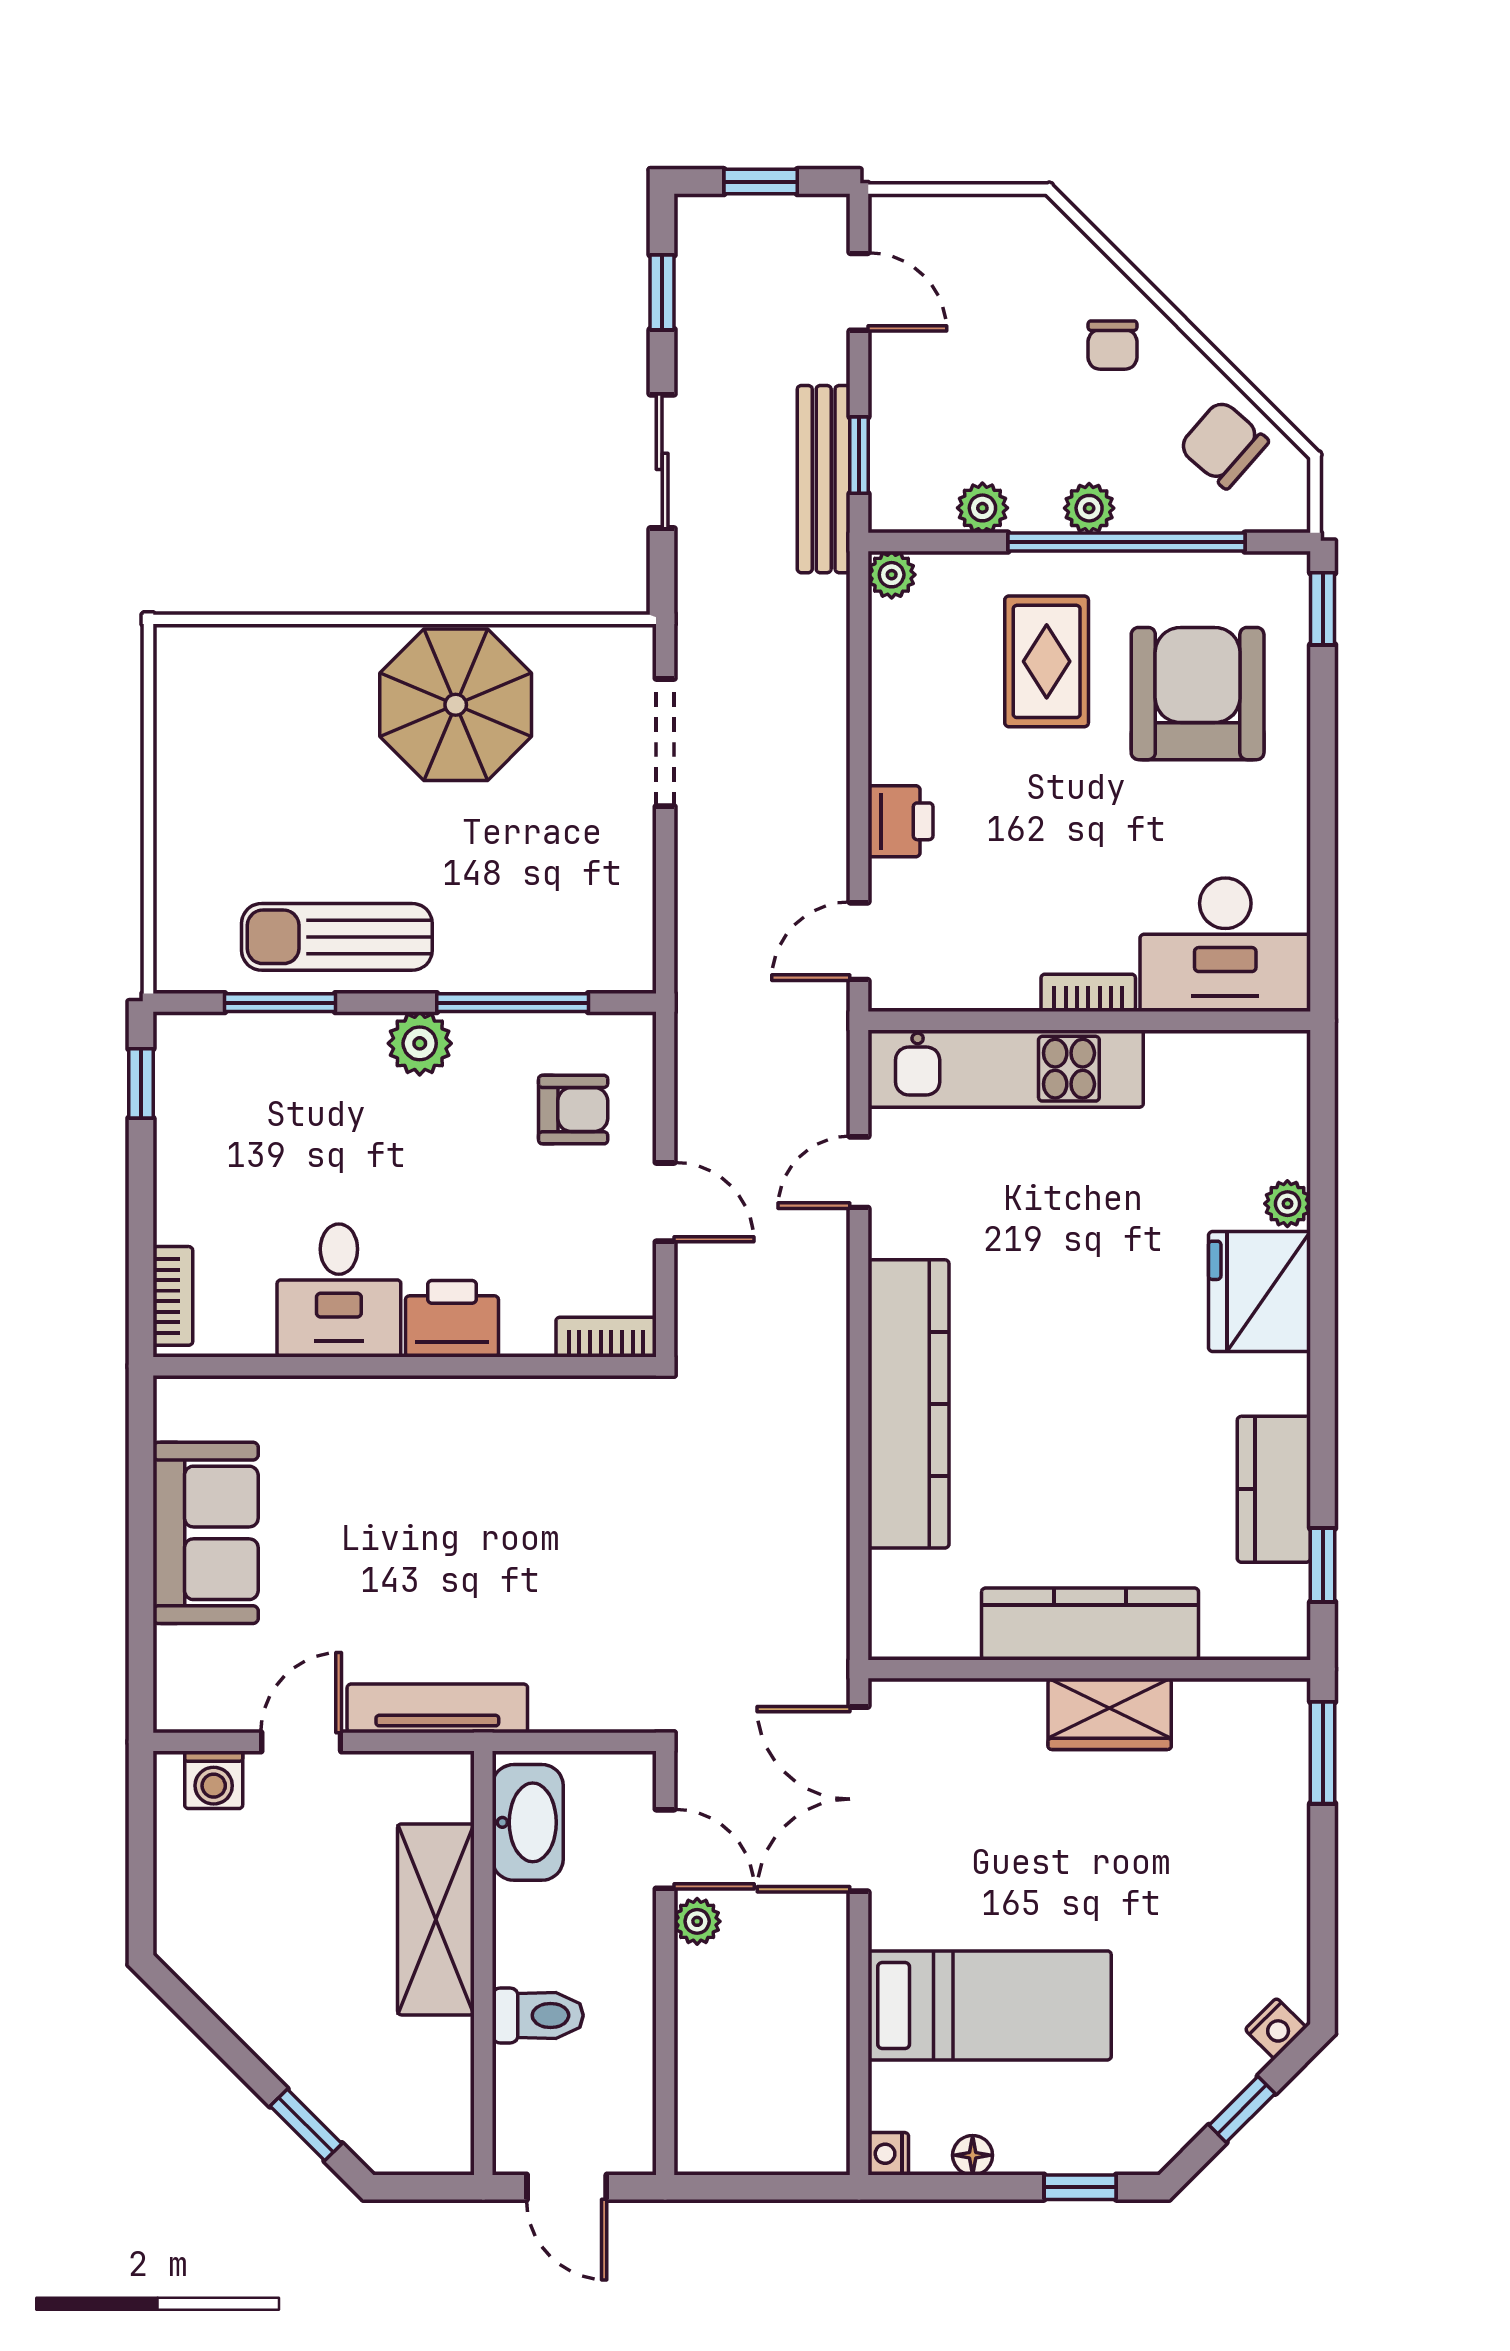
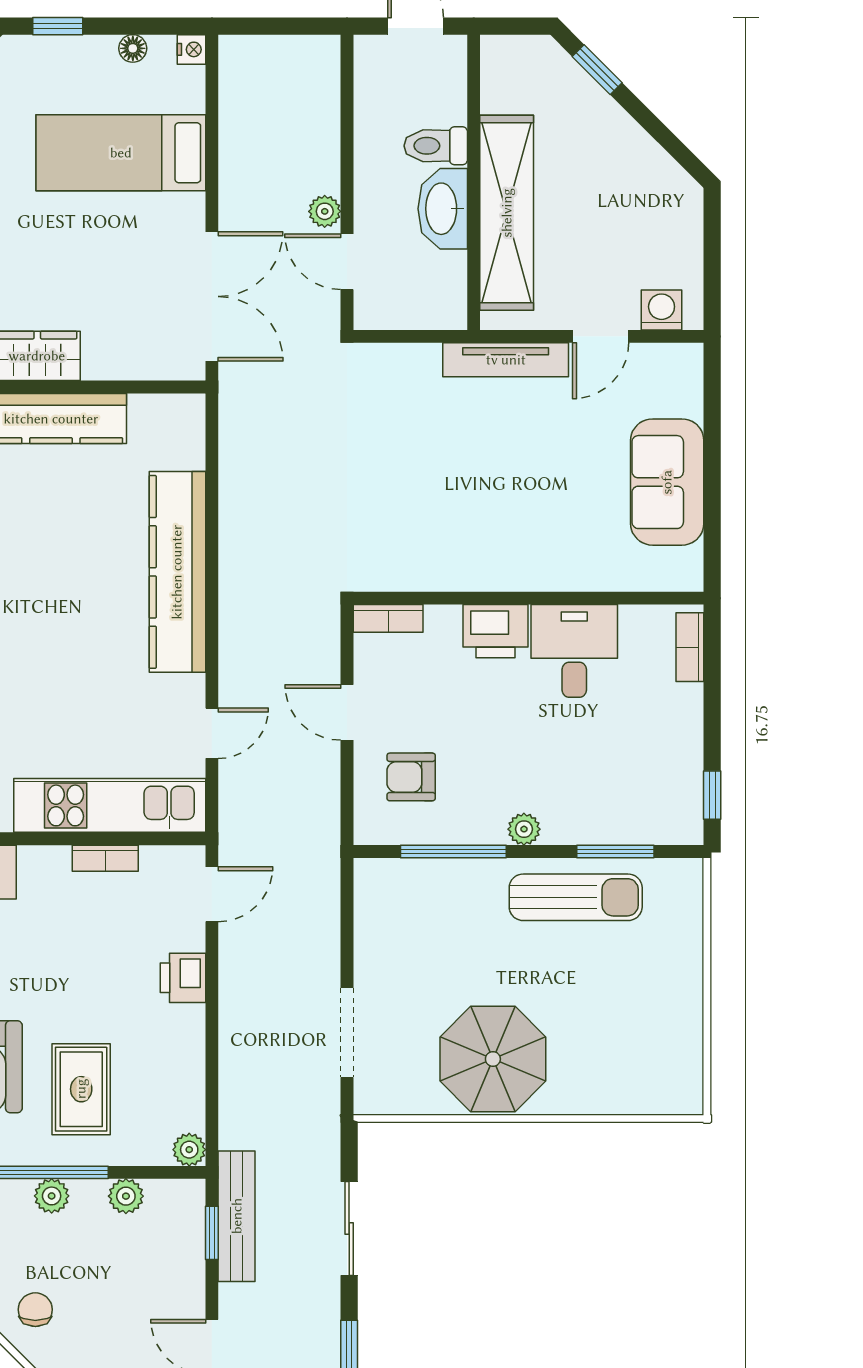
bookcase: (1088, 993) -> (105, 858), moved
plant: (420, 1043) -> (524, 829), width x0.73, depth x0.73
washbasin: (528, 1822) -> (443, 209), moved
shelving: (436, 1919) -> (507, 213), width x1.47

